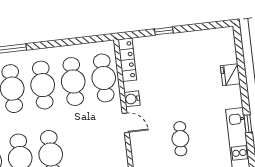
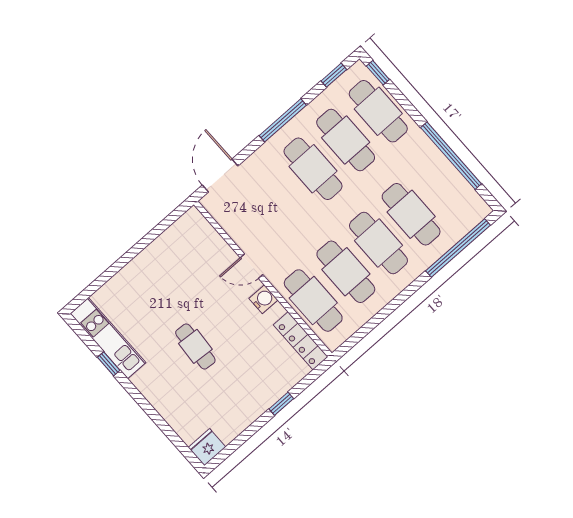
fridge: (230, 75) -> (207, 447), moved, turned -90
cafe table: (180, 139) -> (195, 346), moved

